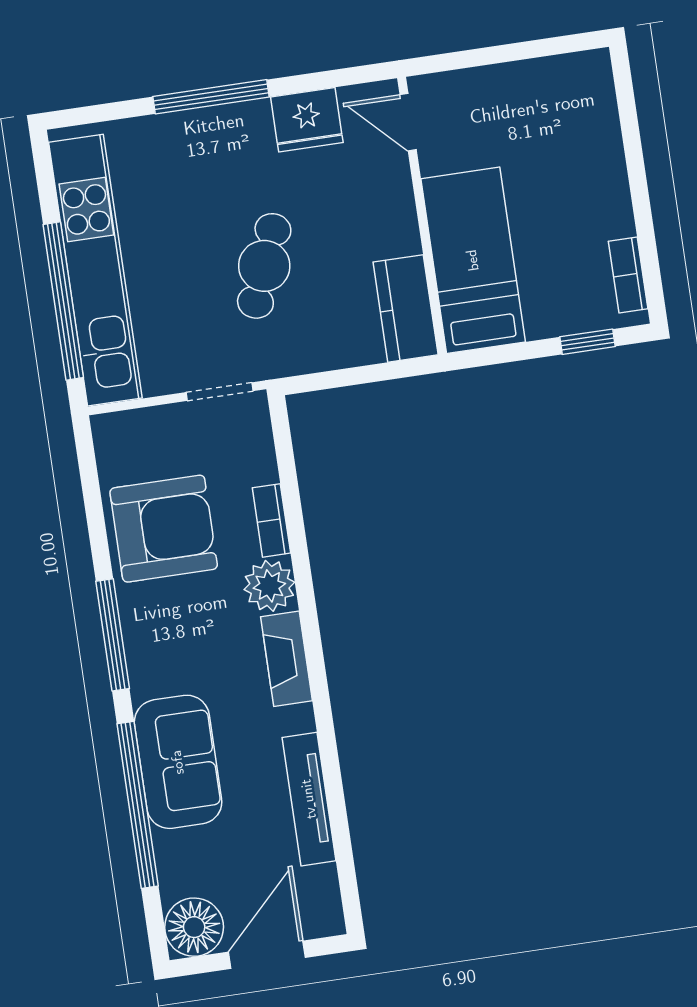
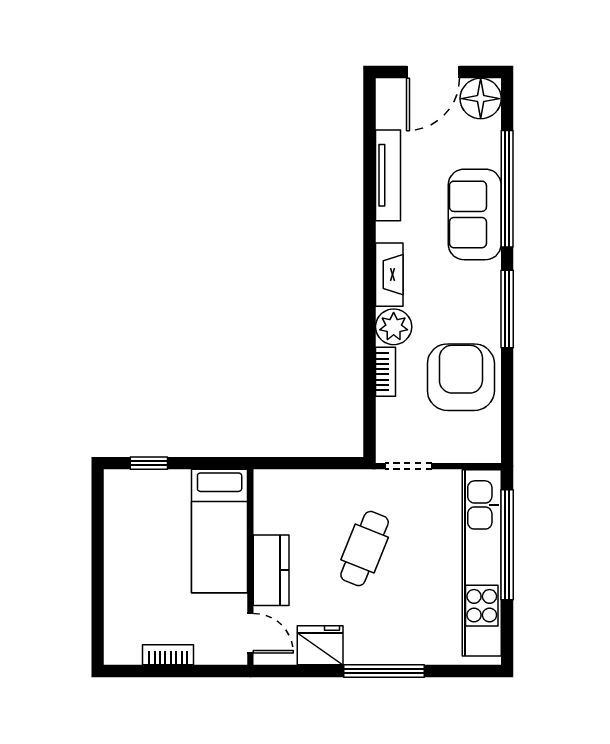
bookcase: (628, 275) -> (168, 655), moved, turned -90
kitchen counter: (406, 308) -> (271, 570), moved
armchair: (164, 529) -> (461, 377), turned 90

